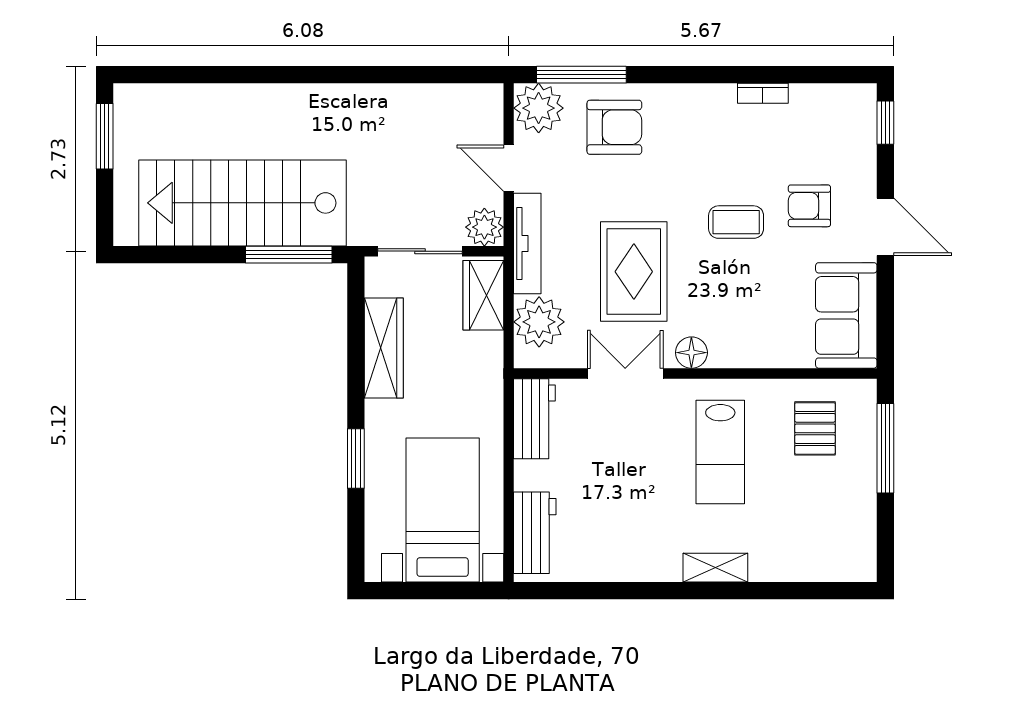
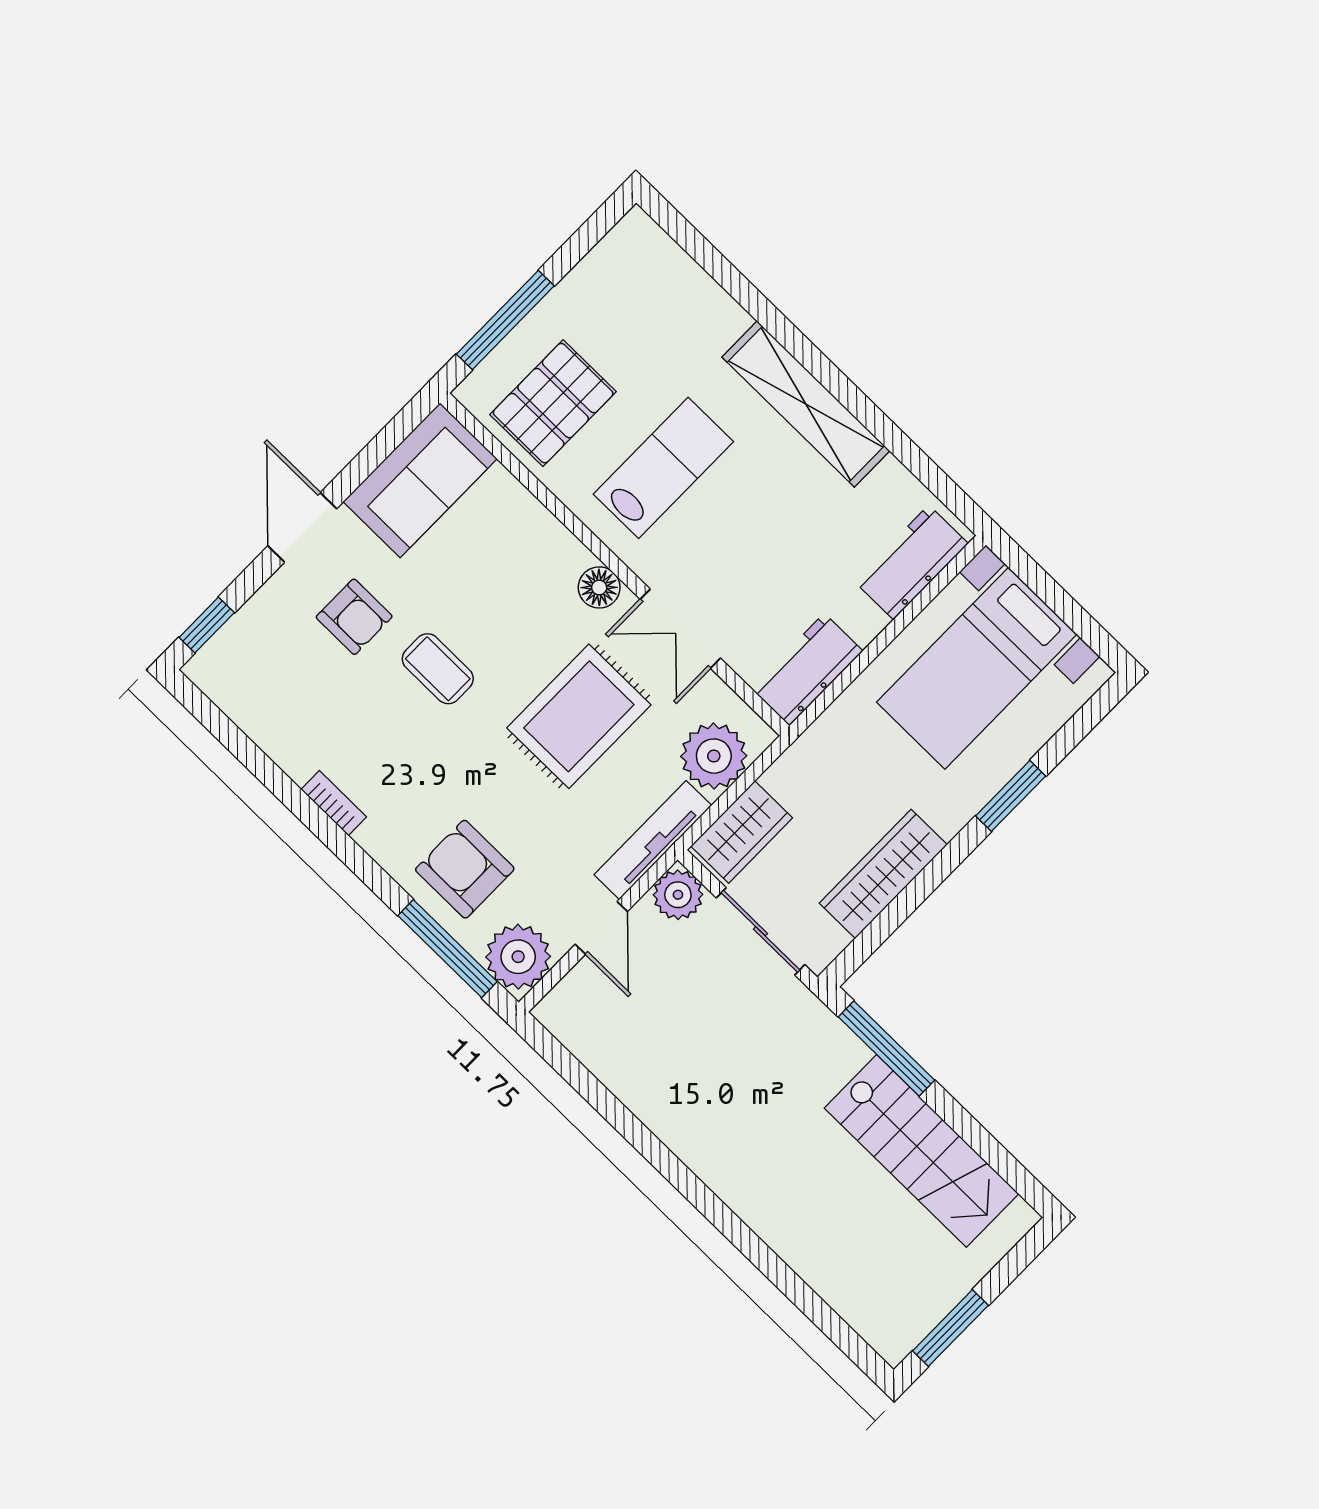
bookcase: (763, 93) -> (334, 803), moved
stairs: (243, 203) -> (922, 1151), width x0.73, depth x0.66
pallet: (815, 428) -> (553, 403), width x1.50, depth x1.42
shelving: (715, 568) -> (806, 404), width x2.20, depth x1.33

